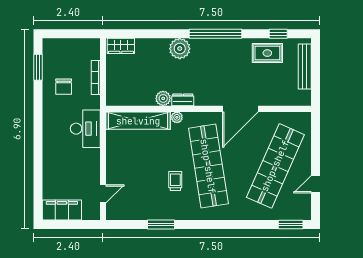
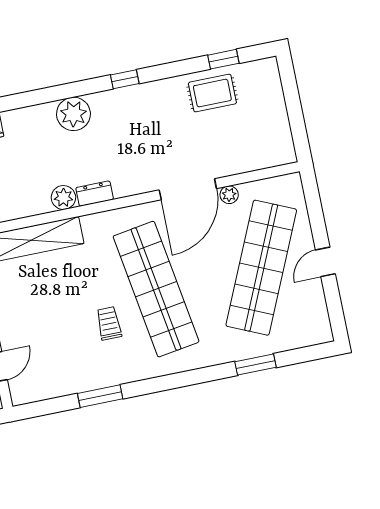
window: (215, 34) -> (125, 79), width x0.32
bench: (305, 66) -> (275, 102), removed
plant: (177, 117) -> (229, 195), moved
door: (315, 184) -> (325, 262), moved
window: (291, 224) -> (255, 365), moved

